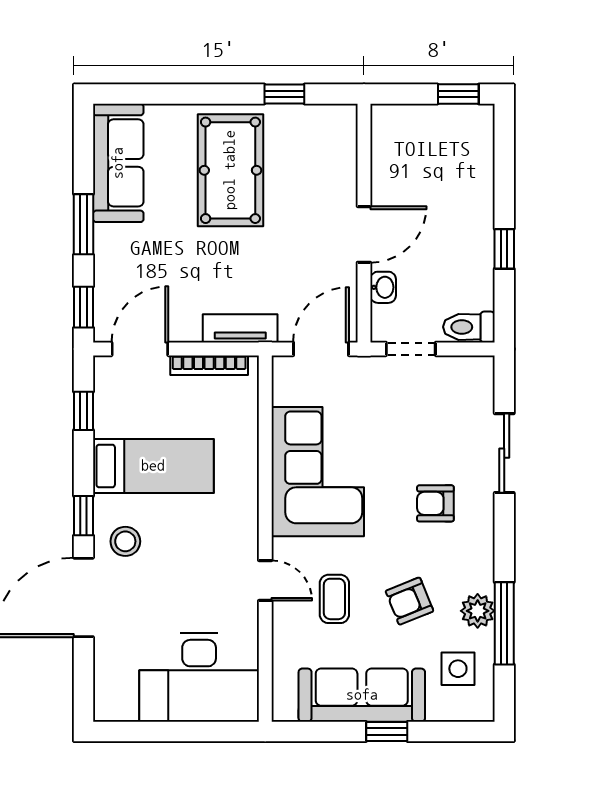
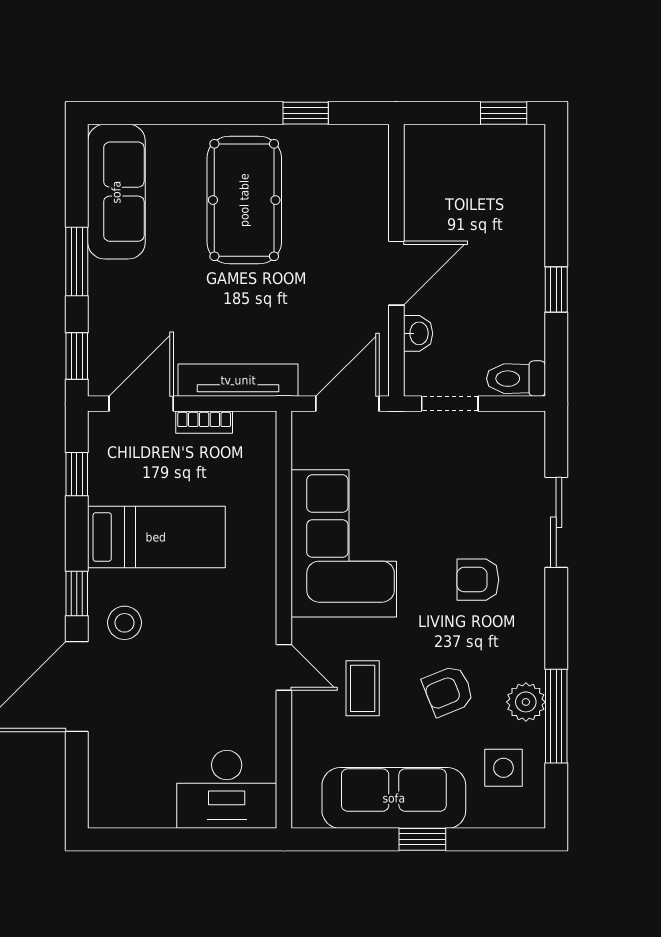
tv unit: (240, 328) -> (238, 380), width x1.41
bookcase: (209, 365) -> (204, 422), width x0.64
desk: (199, 677) -> (227, 789), width x0.73, depth x0.77

